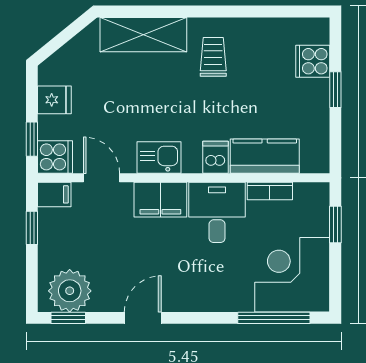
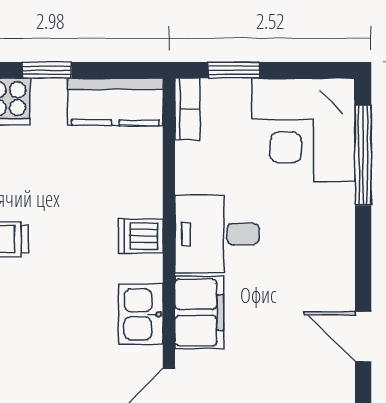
kitchen counter: (265, 156) -> (115, 102), moved, turned -90
bookcase: (270, 191) -> (187, 109), moved

